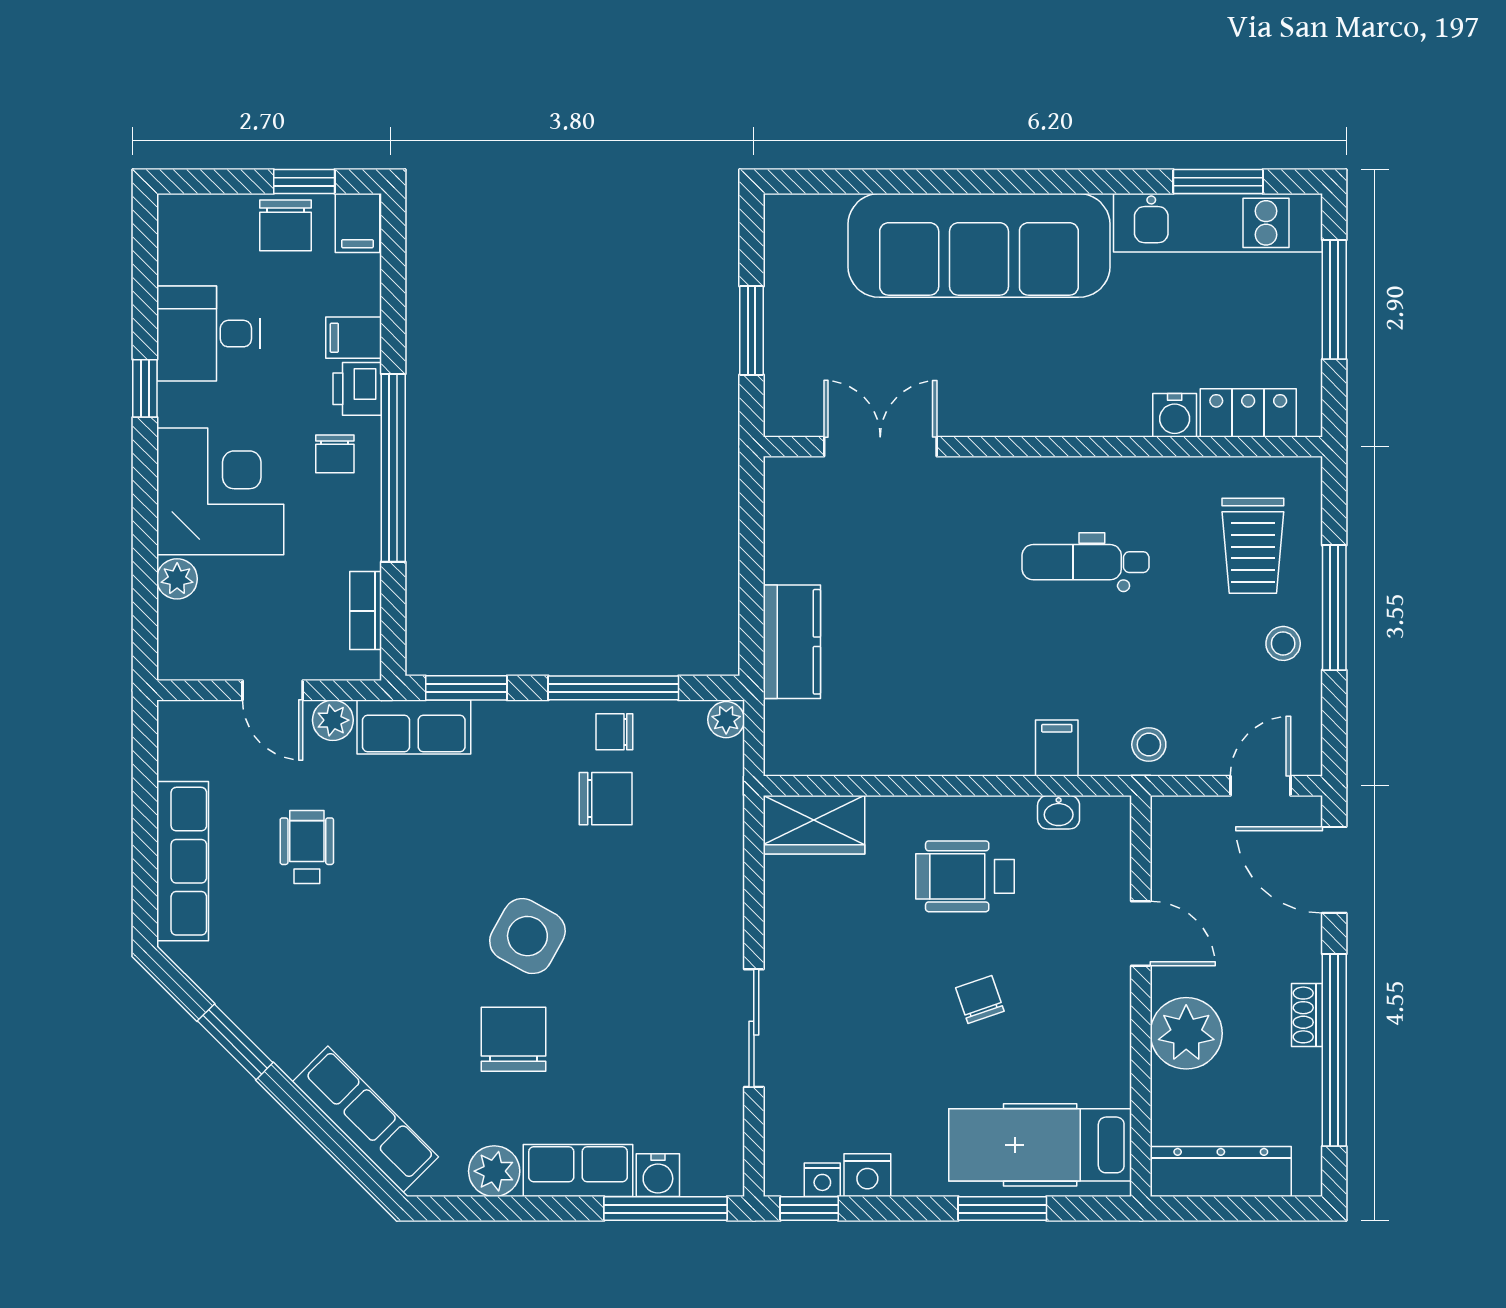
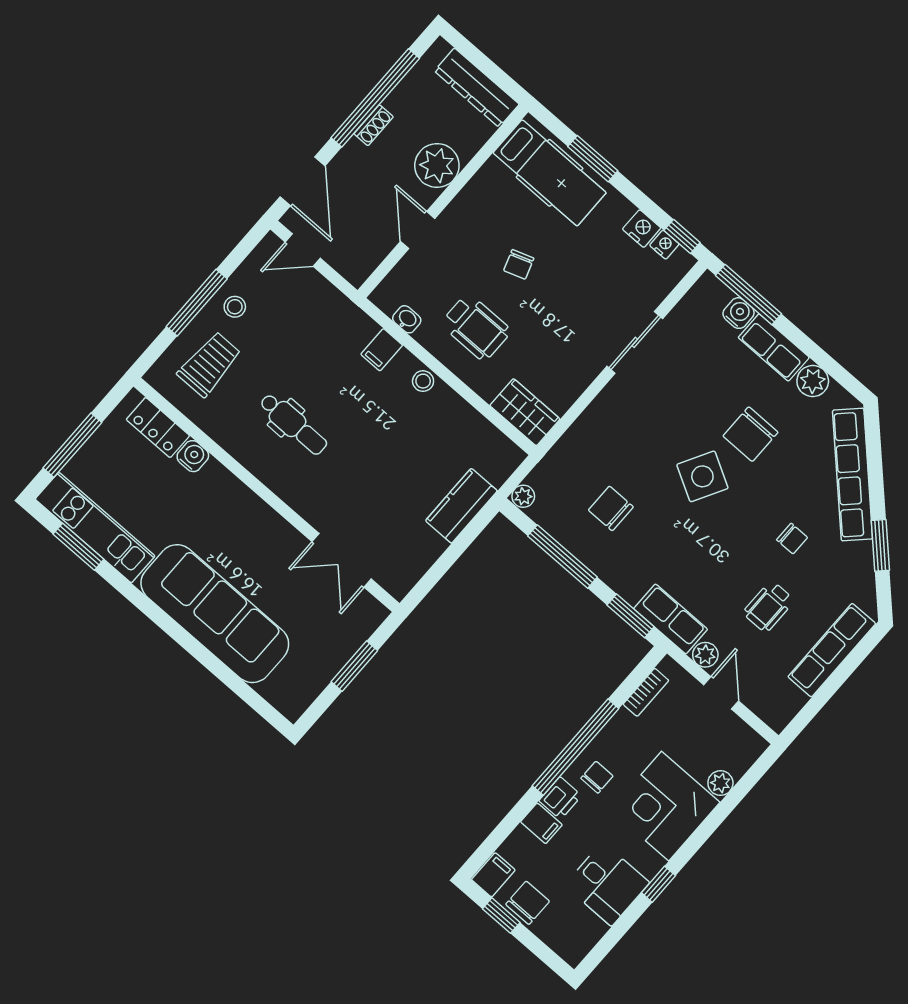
chair: (614, 732) -> (792, 539), moved
stool: (1149, 745) -> (423, 381), moved
row of seats: (365, 1119) -> (853, 474), width x1.36

